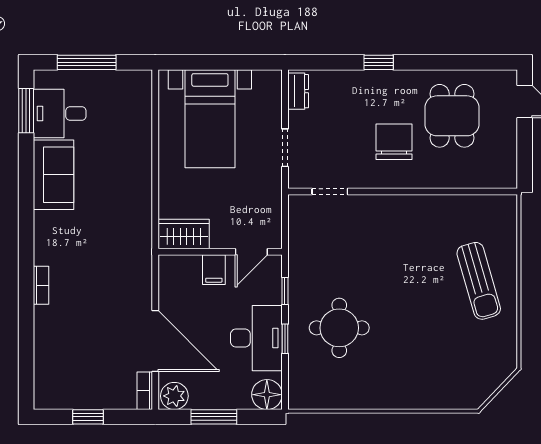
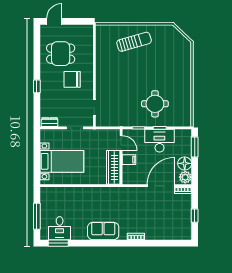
sofa: (53, 175) -> (103, 231), moved
wardrobe: (184, 234) -> (113, 167), width x1.50
floor lamp: (267, 395) -> (185, 163), moved
window: (214, 417) -> (195, 147), moved

